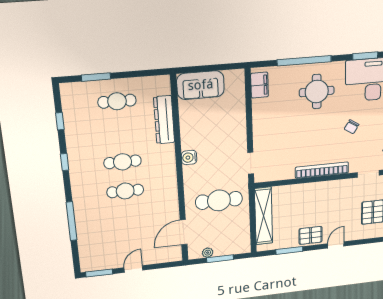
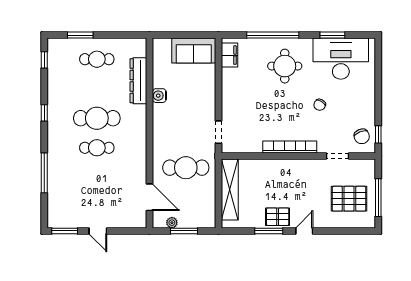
sofa: (201, 85) -> (194, 51), moved
window: (60, 121) -> (44, 60), moved
water cooler: (189, 157) -> (159, 96), moved
cafe table: (123, 162) -> (97, 118), width x1.37, depth x1.35
door: (184, 232) -> (149, 197), swing flipped
window: (289, 250) -> (269, 231), moved
door: (133, 269) -> (98, 231), swing flipped

